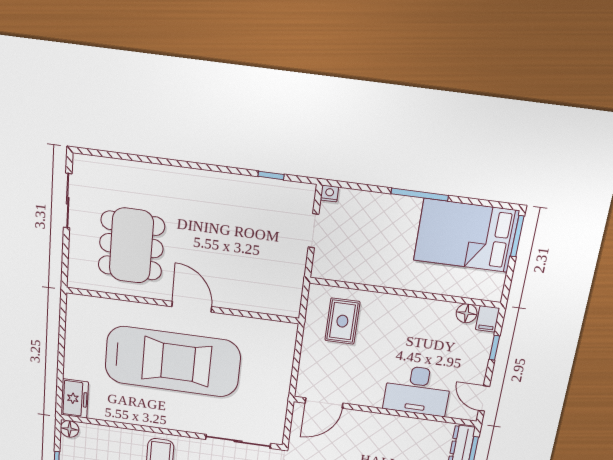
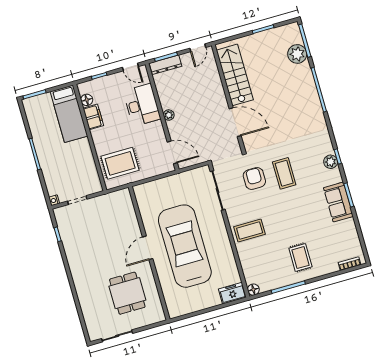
bed: (466, 235) -> (69, 114), moved, width x0.67
dining table: (131, 246) -> (127, 293), width x0.73
filing cabinet: (488, 319) -> (93, 117), moved, width x2.00
rug: (342, 321) -> (120, 163), width x1.36, depth x1.43
door: (484, 399) -> (130, 67), hinge flipped
plant: (383, 422) -> (169, 115), added

